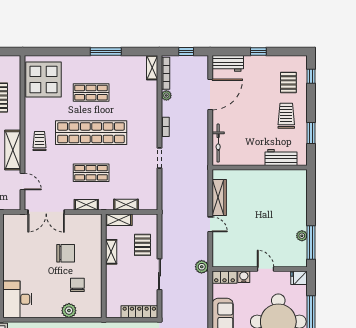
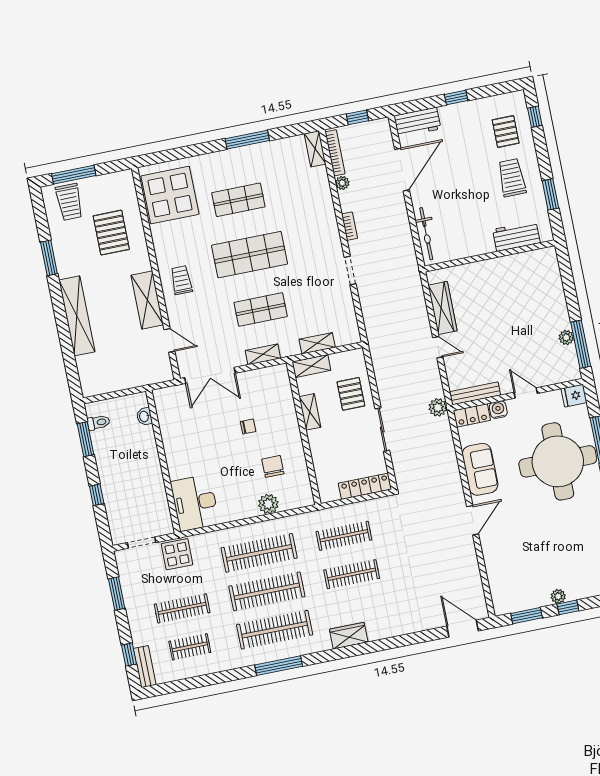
shop shelf: (91, 133) -> (250, 255), width x0.71
chair: (66, 253) -> (248, 426), width x0.54, depth x0.54
bench: (230, 262) -> (475, 393), added

